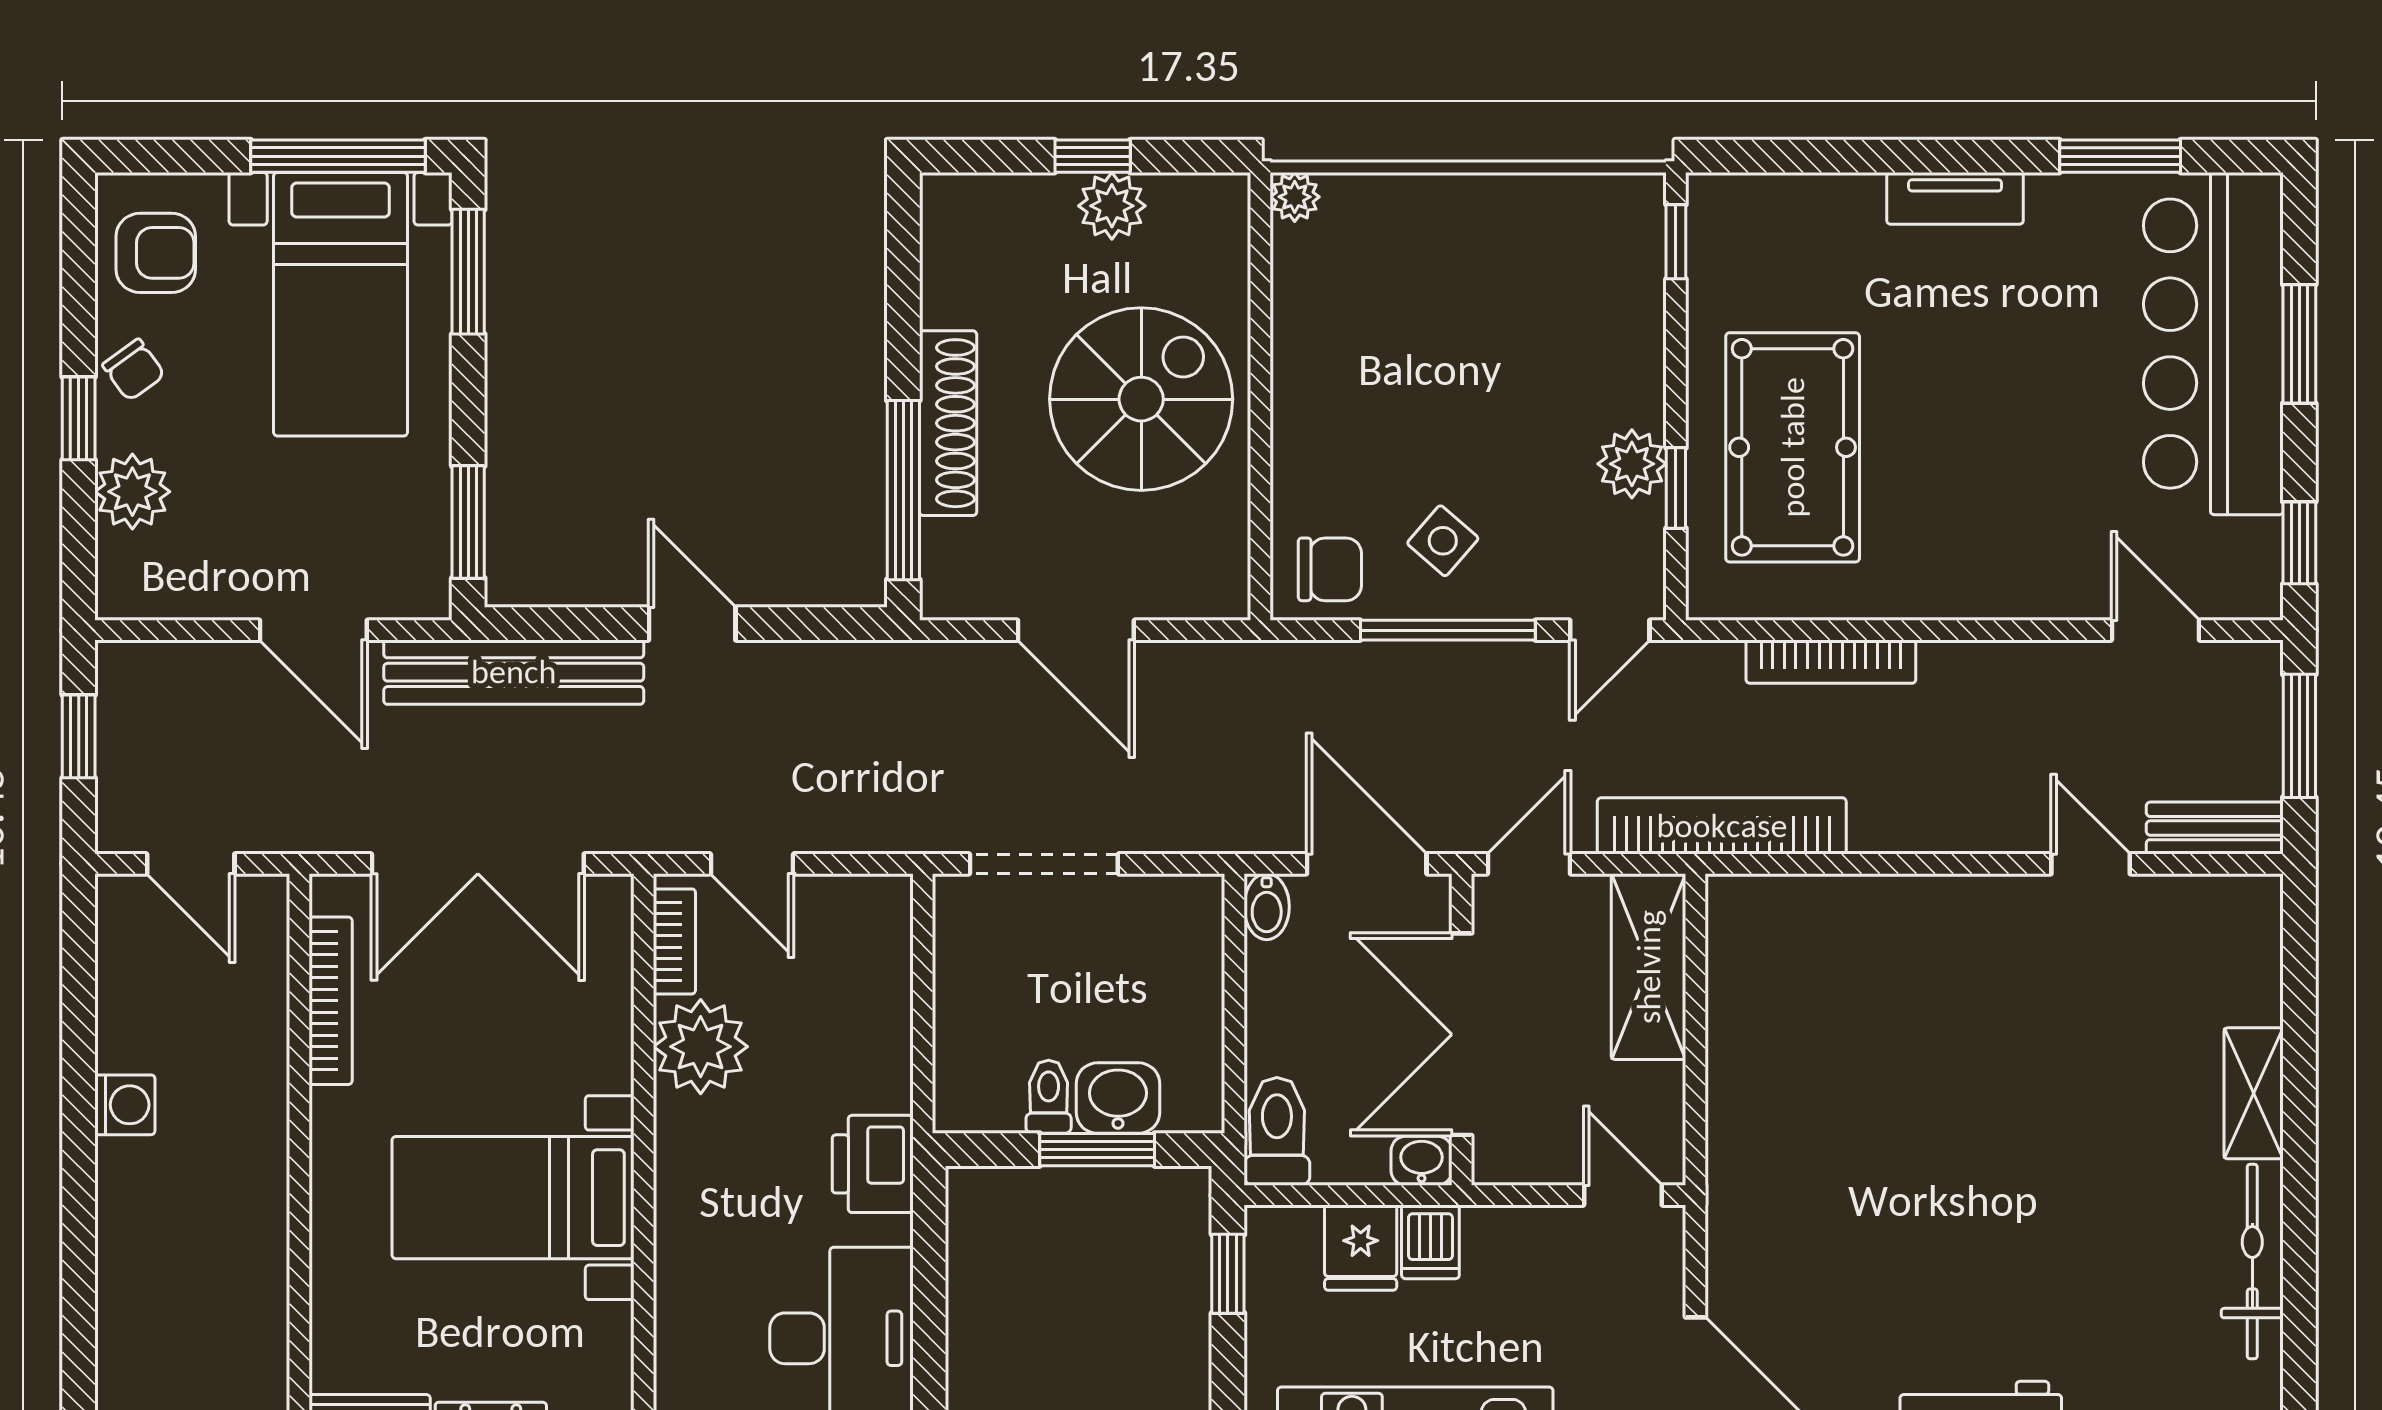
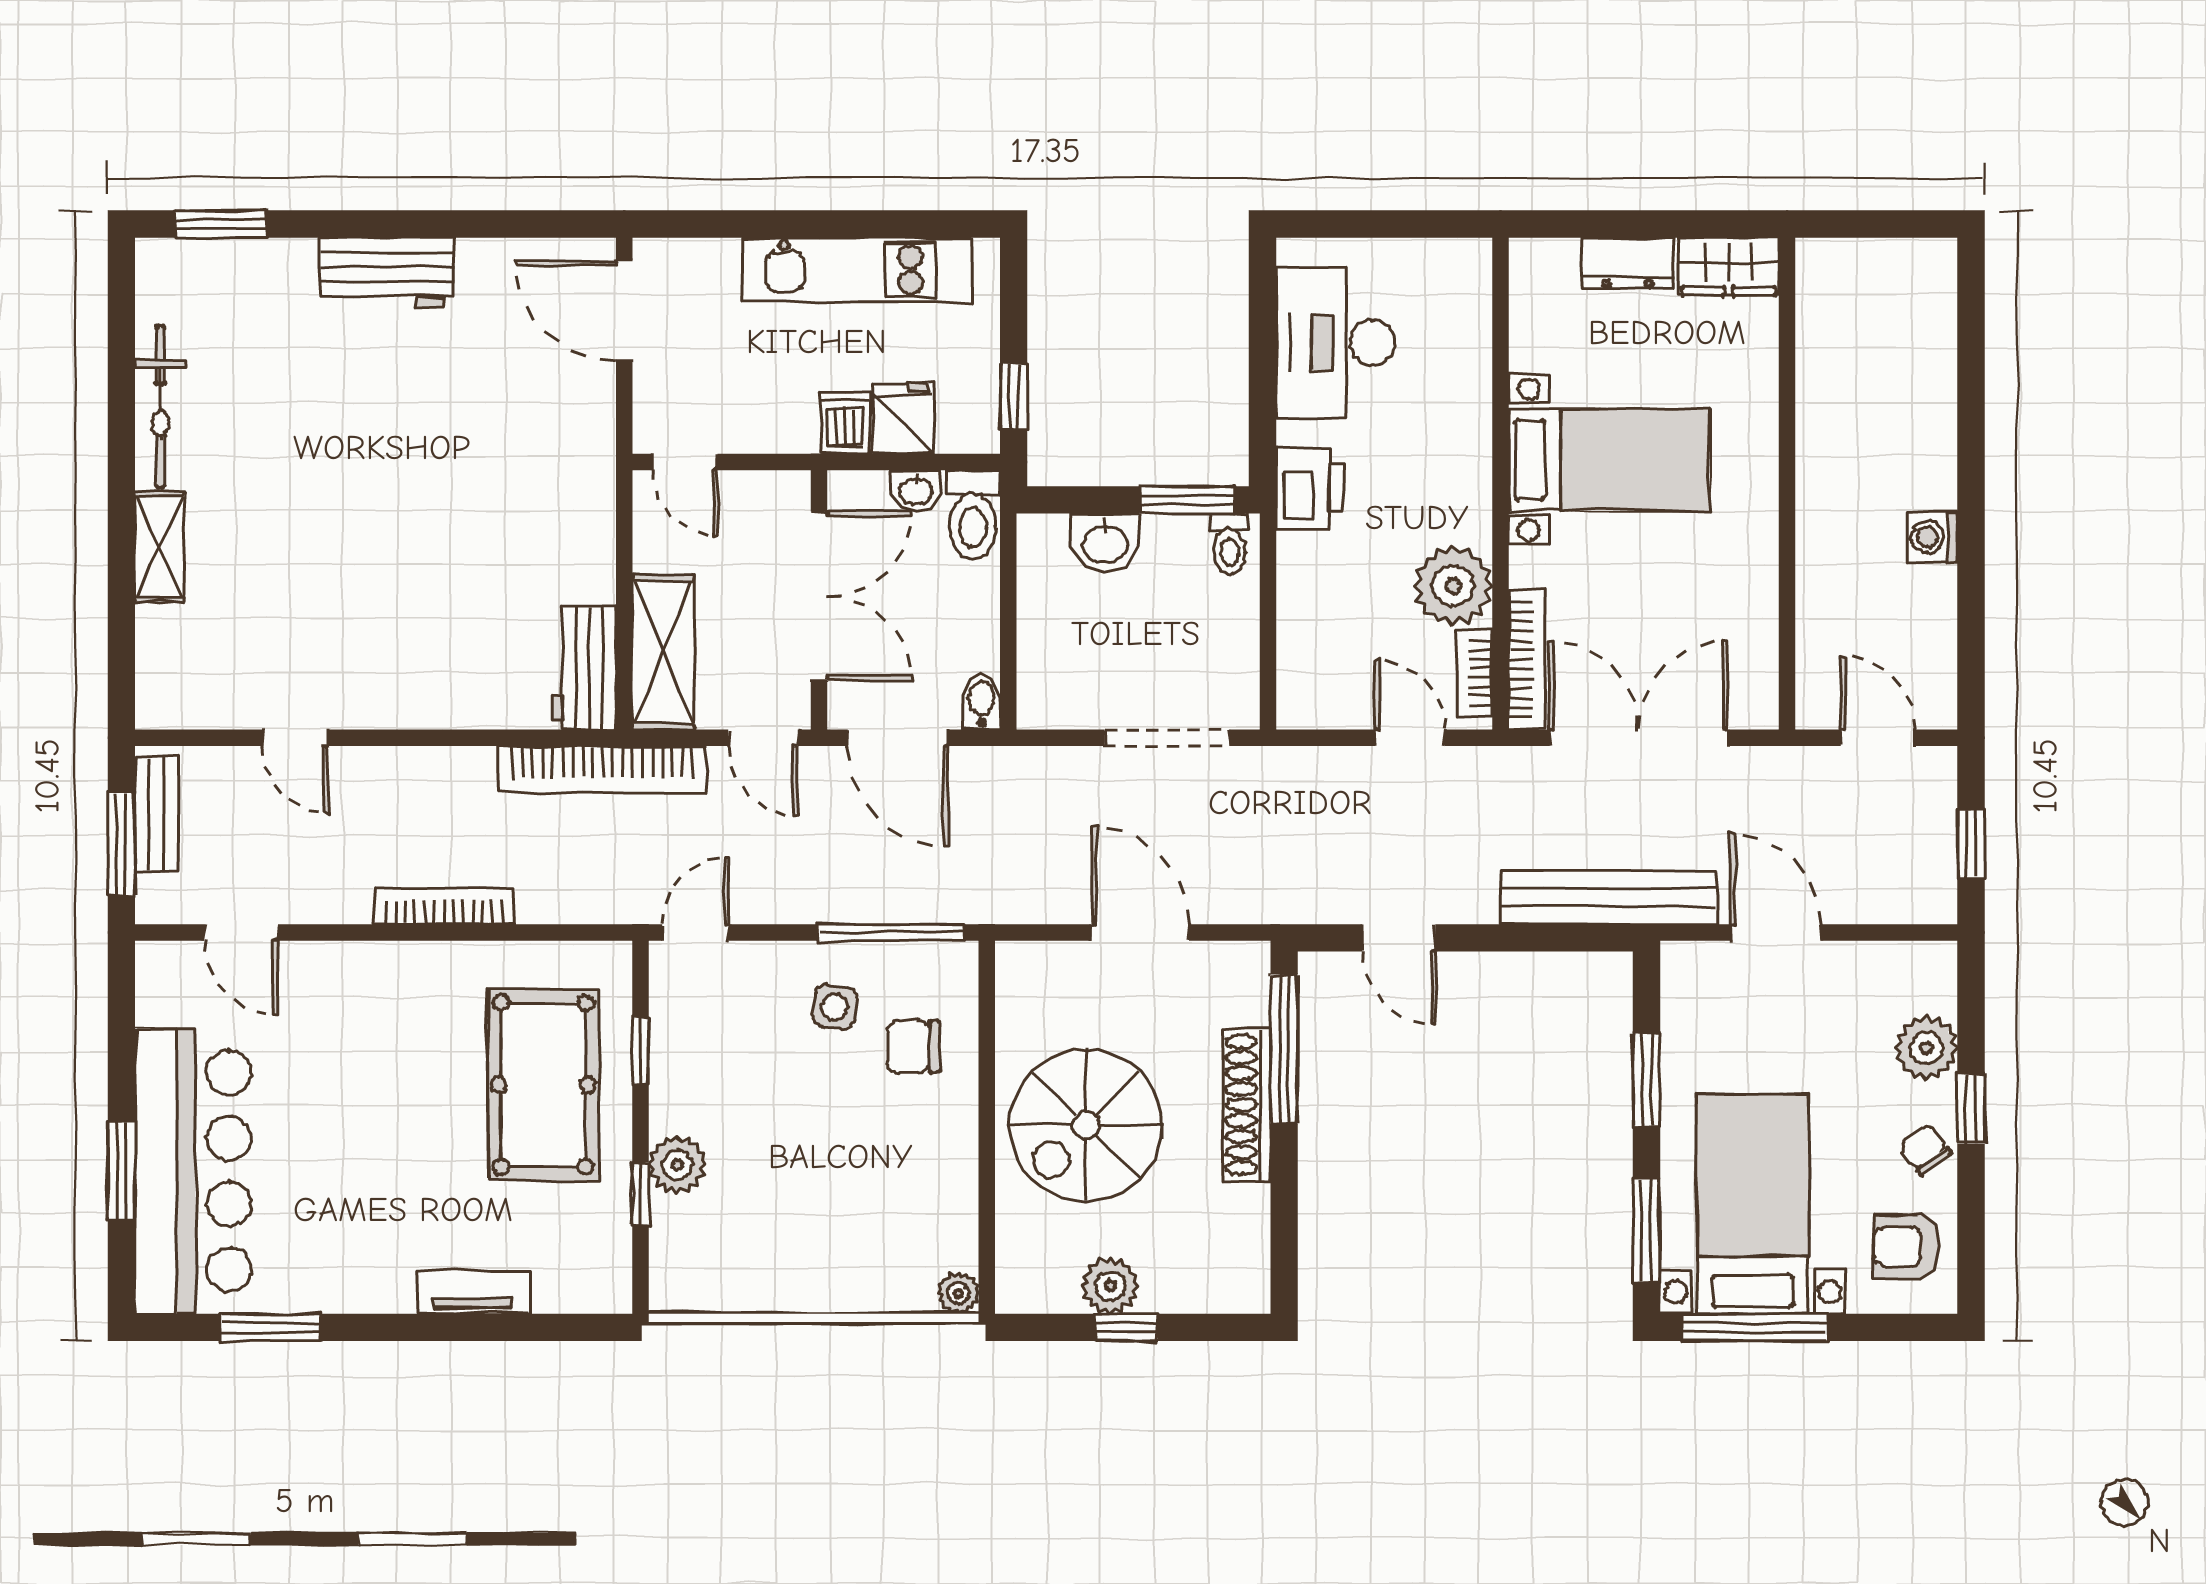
tv unit: (1955, 198) -> (473, 1292), moved
window: (1676, 242) -> (641, 1193), moved
plant: (1632, 464) -> (677, 1165), moved
window: (468, 522) -> (1646, 1080), moved
side table: (1443, 541) -> (835, 1007), turned -33
window: (2299, 543) -> (121, 1005), removed
chair: (1330, 569) -> (914, 1047), moved
door: (692, 624) -> (1399, 938), moved
window: (1448, 630) -> (891, 932), moved
bookcase: (1831, 662) -> (444, 906), moved
bench: (2215, 828) -> (157, 814), moved, turned 90
door: (1529, 864) -> (763, 738), hinge flipped
workbench: (1744, 948) -> (584, 668), added
bookcase: (331, 1001) -> (1526, 660), moved, turned 180
toilet: (1049, 1097) -> (1229, 544), moved
window: (1097, 1150) -> (1188, 500), moved
washbasin: (1422, 1161) -> (916, 491), moved

